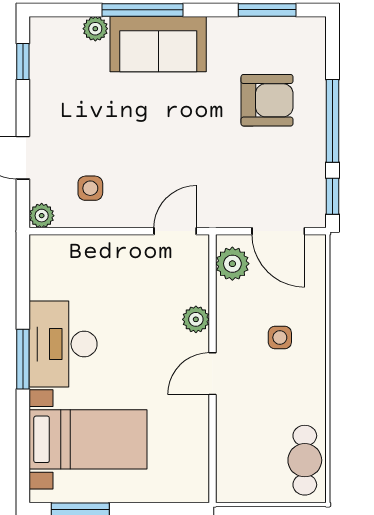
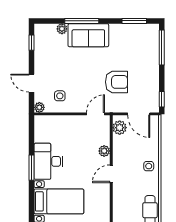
armchair: (267, 100) -> (117, 82), moved
window: (333, 121) -> (162, 47), moved
side table: (280, 337) -> (149, 166), moved

